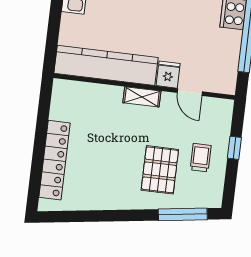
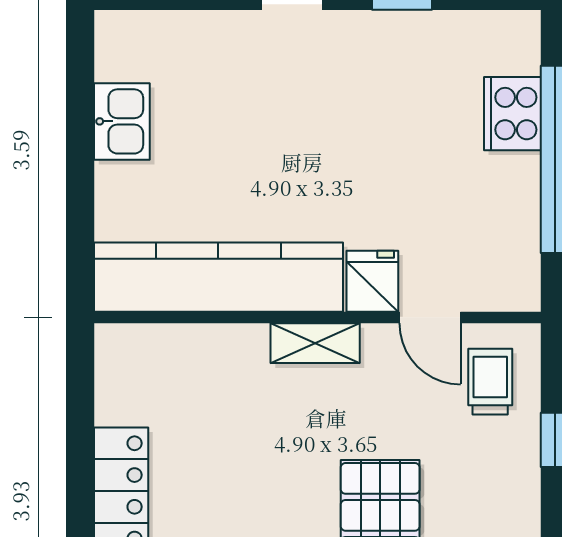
trolley: (201, 158) -> (490, 382), moved

